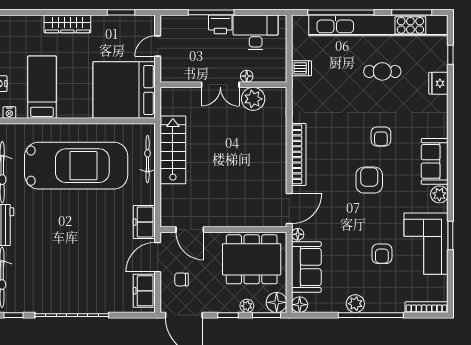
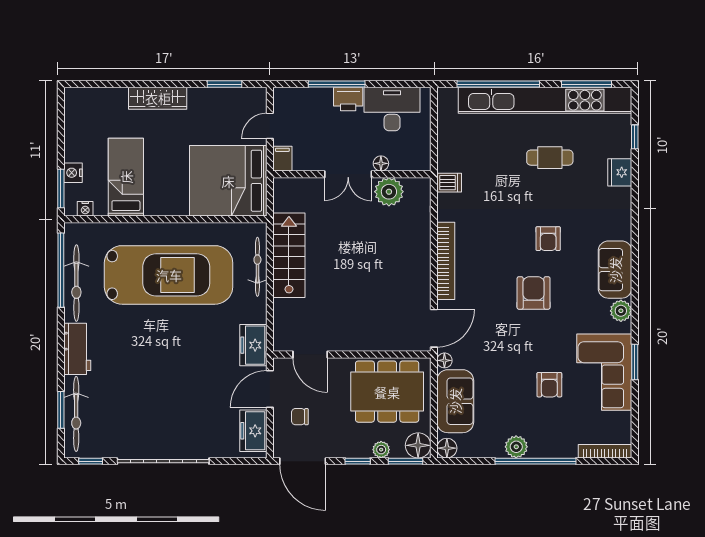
dishwasher: (301, 68) -> (449, 183), moved
filing cabinet: (168, 72) -> (282, 159), added

